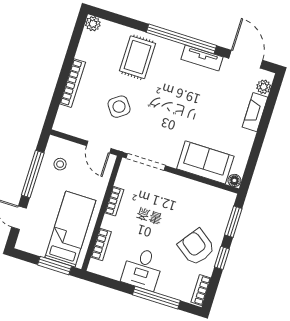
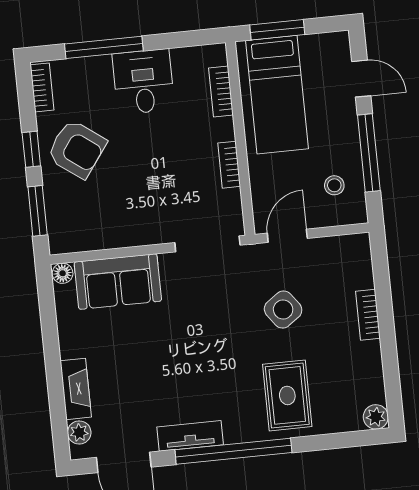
bookcase: (73, 83) -> (368, 315), width x0.64
door: (99, 147) -> (287, 236), hinge flipped

